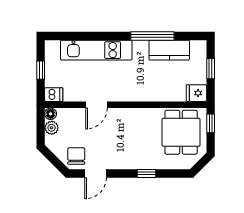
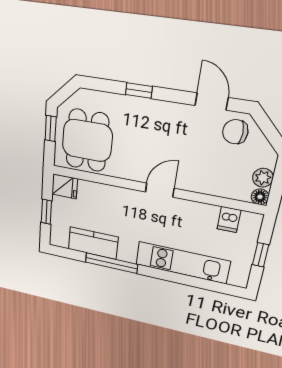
dishwasher: (54, 95) -> (229, 220), moved, turned -90
door: (96, 105) -> (160, 190), moved
window: (211, 123) -> (51, 128), moved
chair: (76, 156) -> (235, 132), turned 90
door: (96, 173) -> (212, 102), hinge flipped

